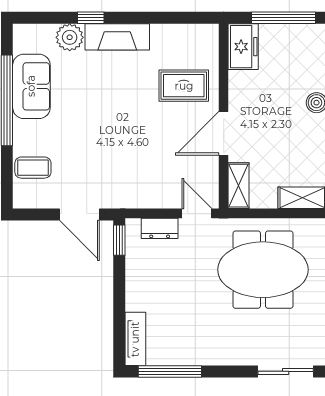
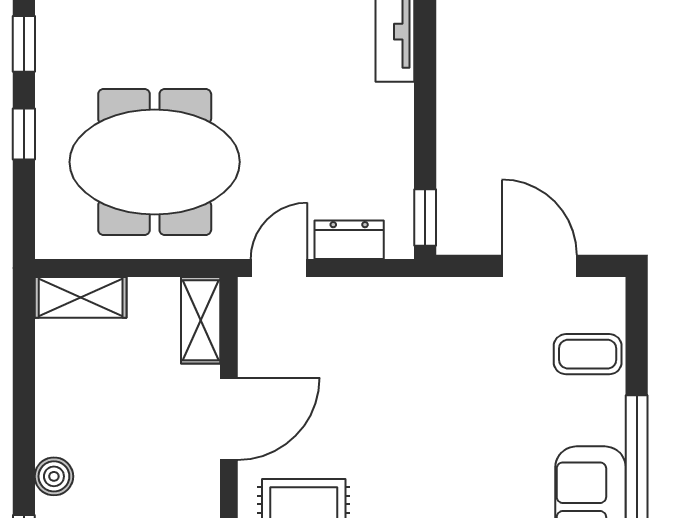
door: (197, 213) -> (279, 268), swing flipped
door: (80, 215) -> (539, 266), moved

